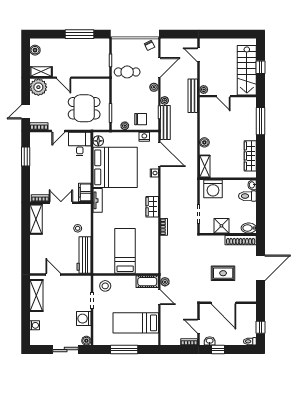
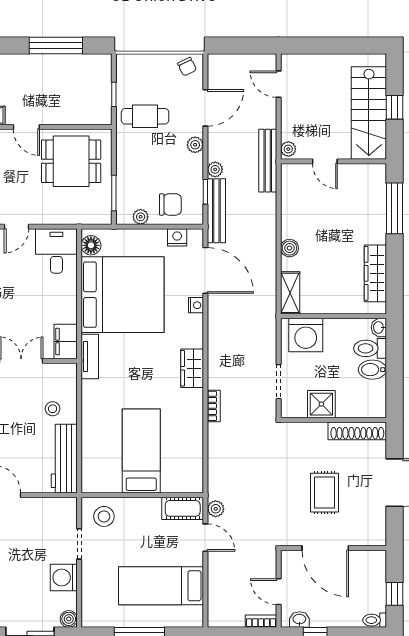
dining table: (84, 108) -> (71, 161), moved
bidet: (249, 228) -> (372, 370), moved
rug: (223, 273) -> (324, 493), turned 90

